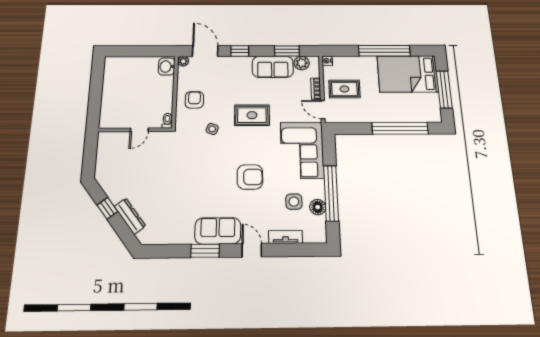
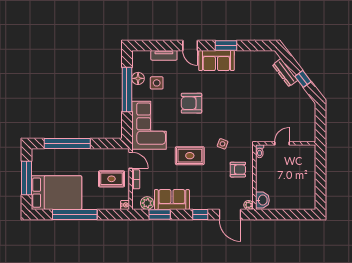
armchair: (194, 100) -> (238, 170), turned -90

